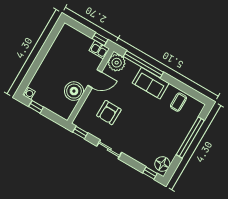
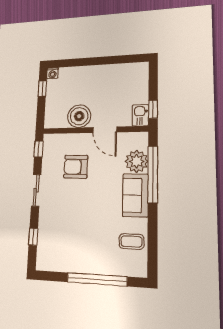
plant: (117, 63) -> (137, 161), moved
floor lamp: (162, 164) -> (49, 261), removed
window: (150, 173) -> (33, 237), moved

